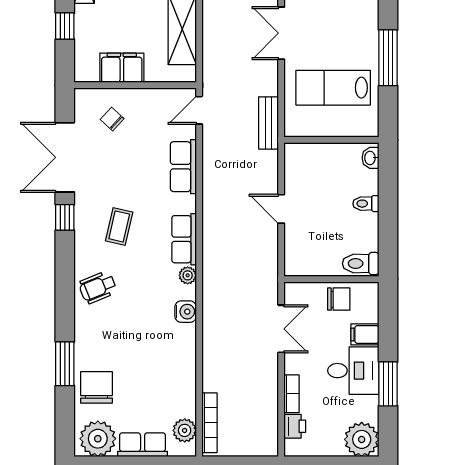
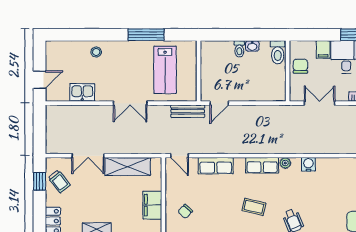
washbasin: (370, 158) -> (252, 46), moved
door: (281, 209) -> (219, 103), moved

